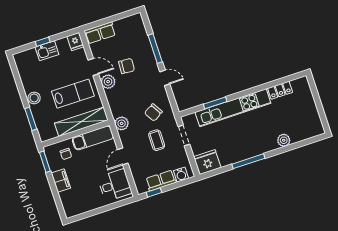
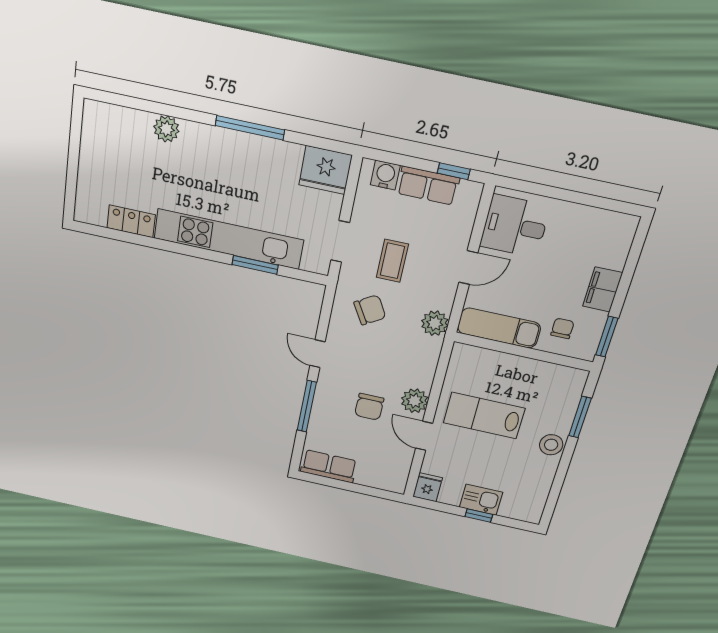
row of seats: (100, 33) -> (329, 466), moved
chair: (127, 66) -> (369, 407), turned -94
shelving: (81, 122) -> (500, 365), removed

